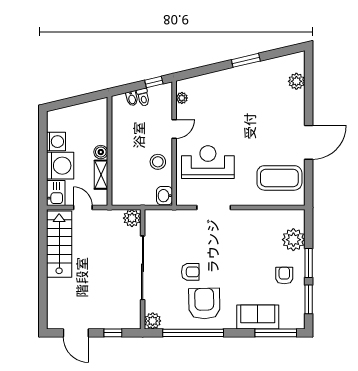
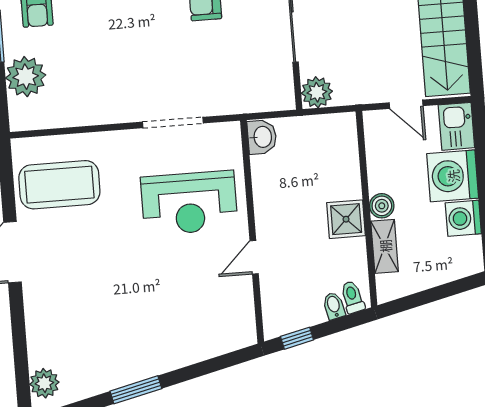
plant: (296, 81) -> (44, 383), moved
toilet: (143, 97) -> (352, 297), moved
plant: (182, 98) -> (245, 314), removed
shower: (121, 146) -> (346, 219), added
stool: (158, 162) -> (279, 196), removed
shelving: (101, 175) -> (385, 246), moved

